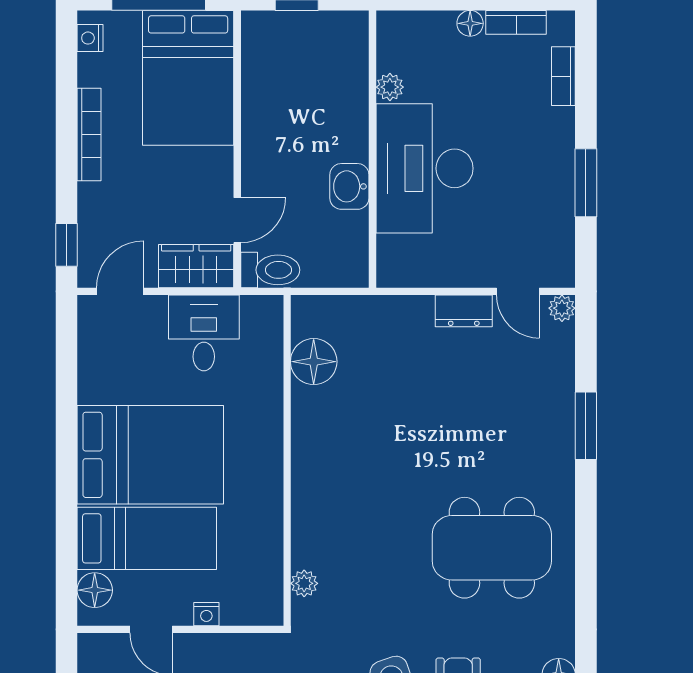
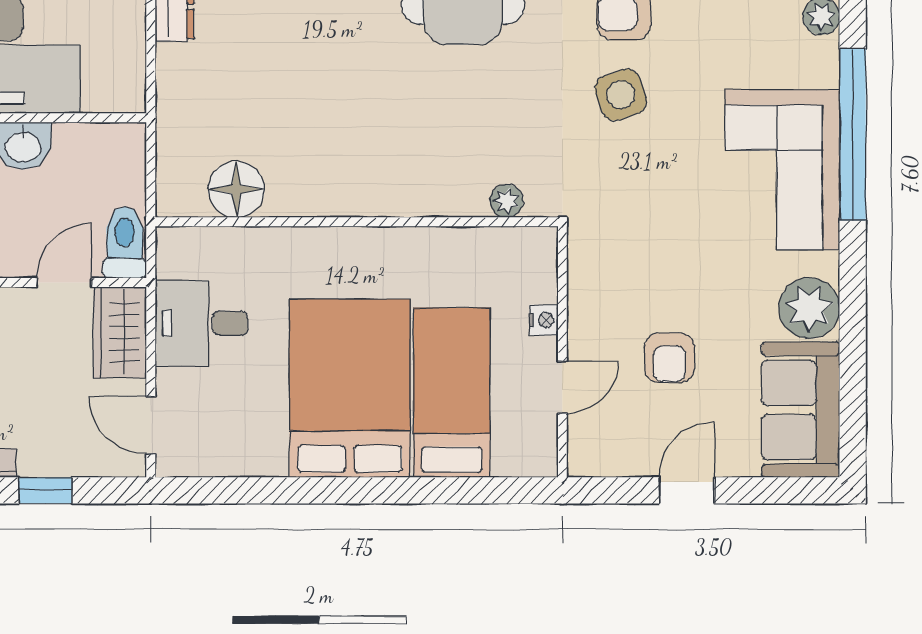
door: (237, 220) -> (64, 282), hinge flipped
window: (66, 245) -> (46, 490), moved
floor lamp: (95, 590) -> (515, 456), removed

